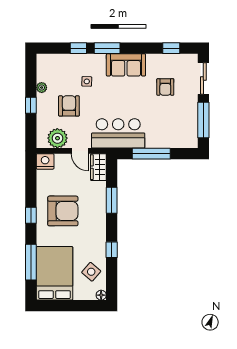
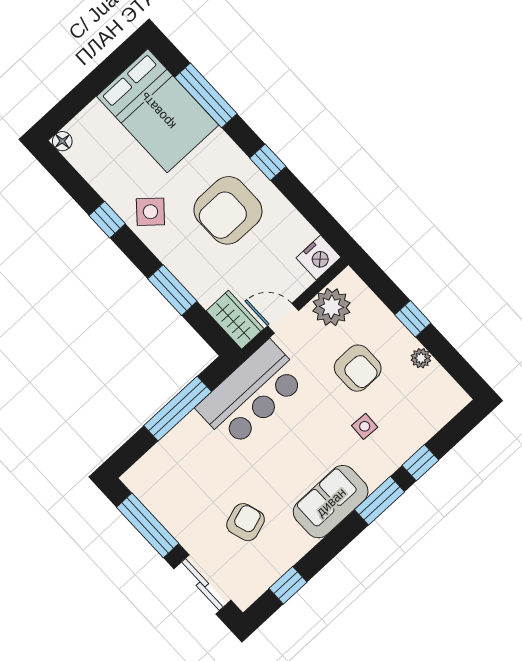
armchair: (165, 87) -> (246, 522), turned 72
side table: (91, 272) -> (150, 212), moved

